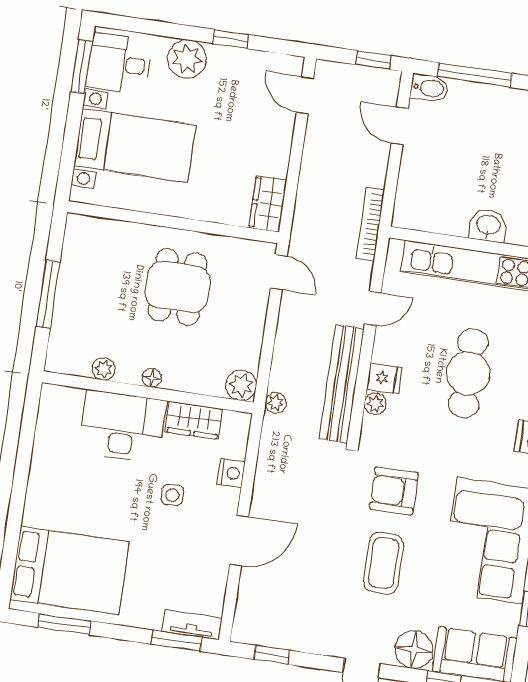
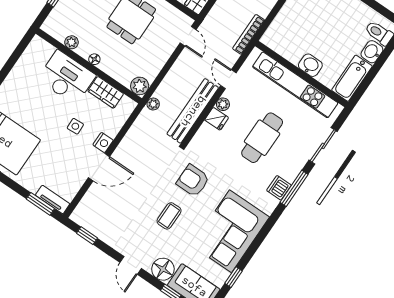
door: (373, 308) -> (228, 79), swing flipped
plant: (375, 404) -> (223, 104), moved
nightstand: (231, 473) -> (103, 143), moved
coffee table: (384, 563) -> (169, 216), width x0.73, depth x0.77

